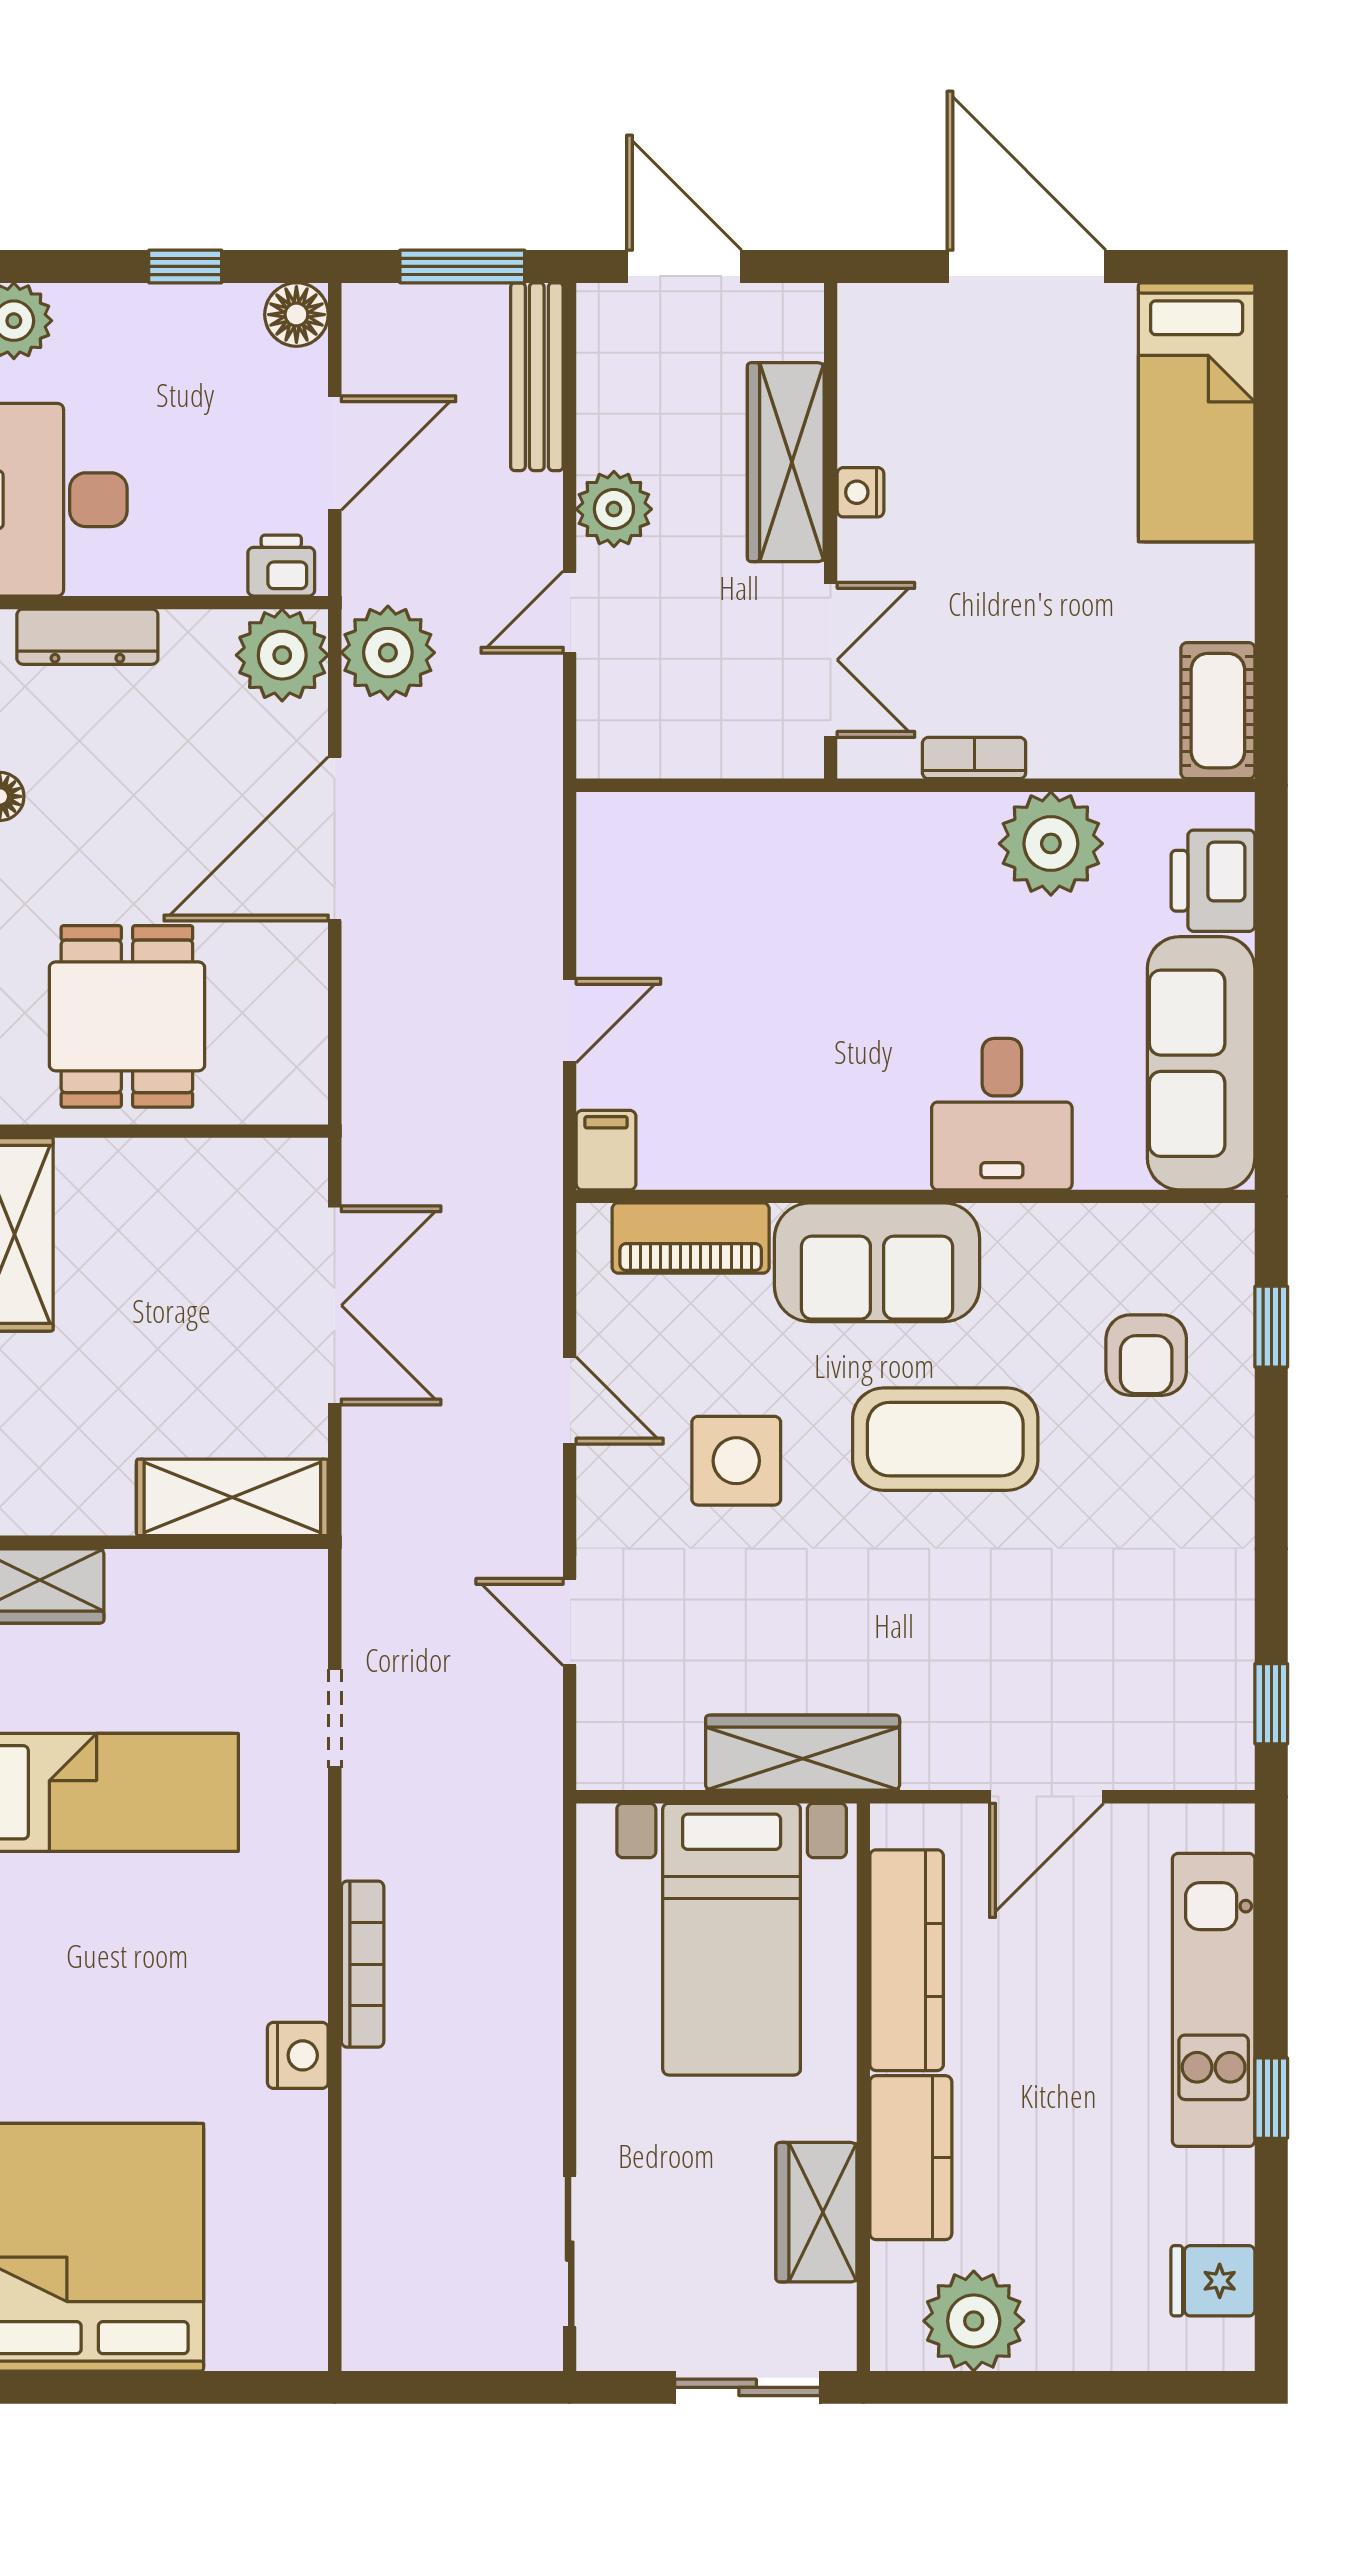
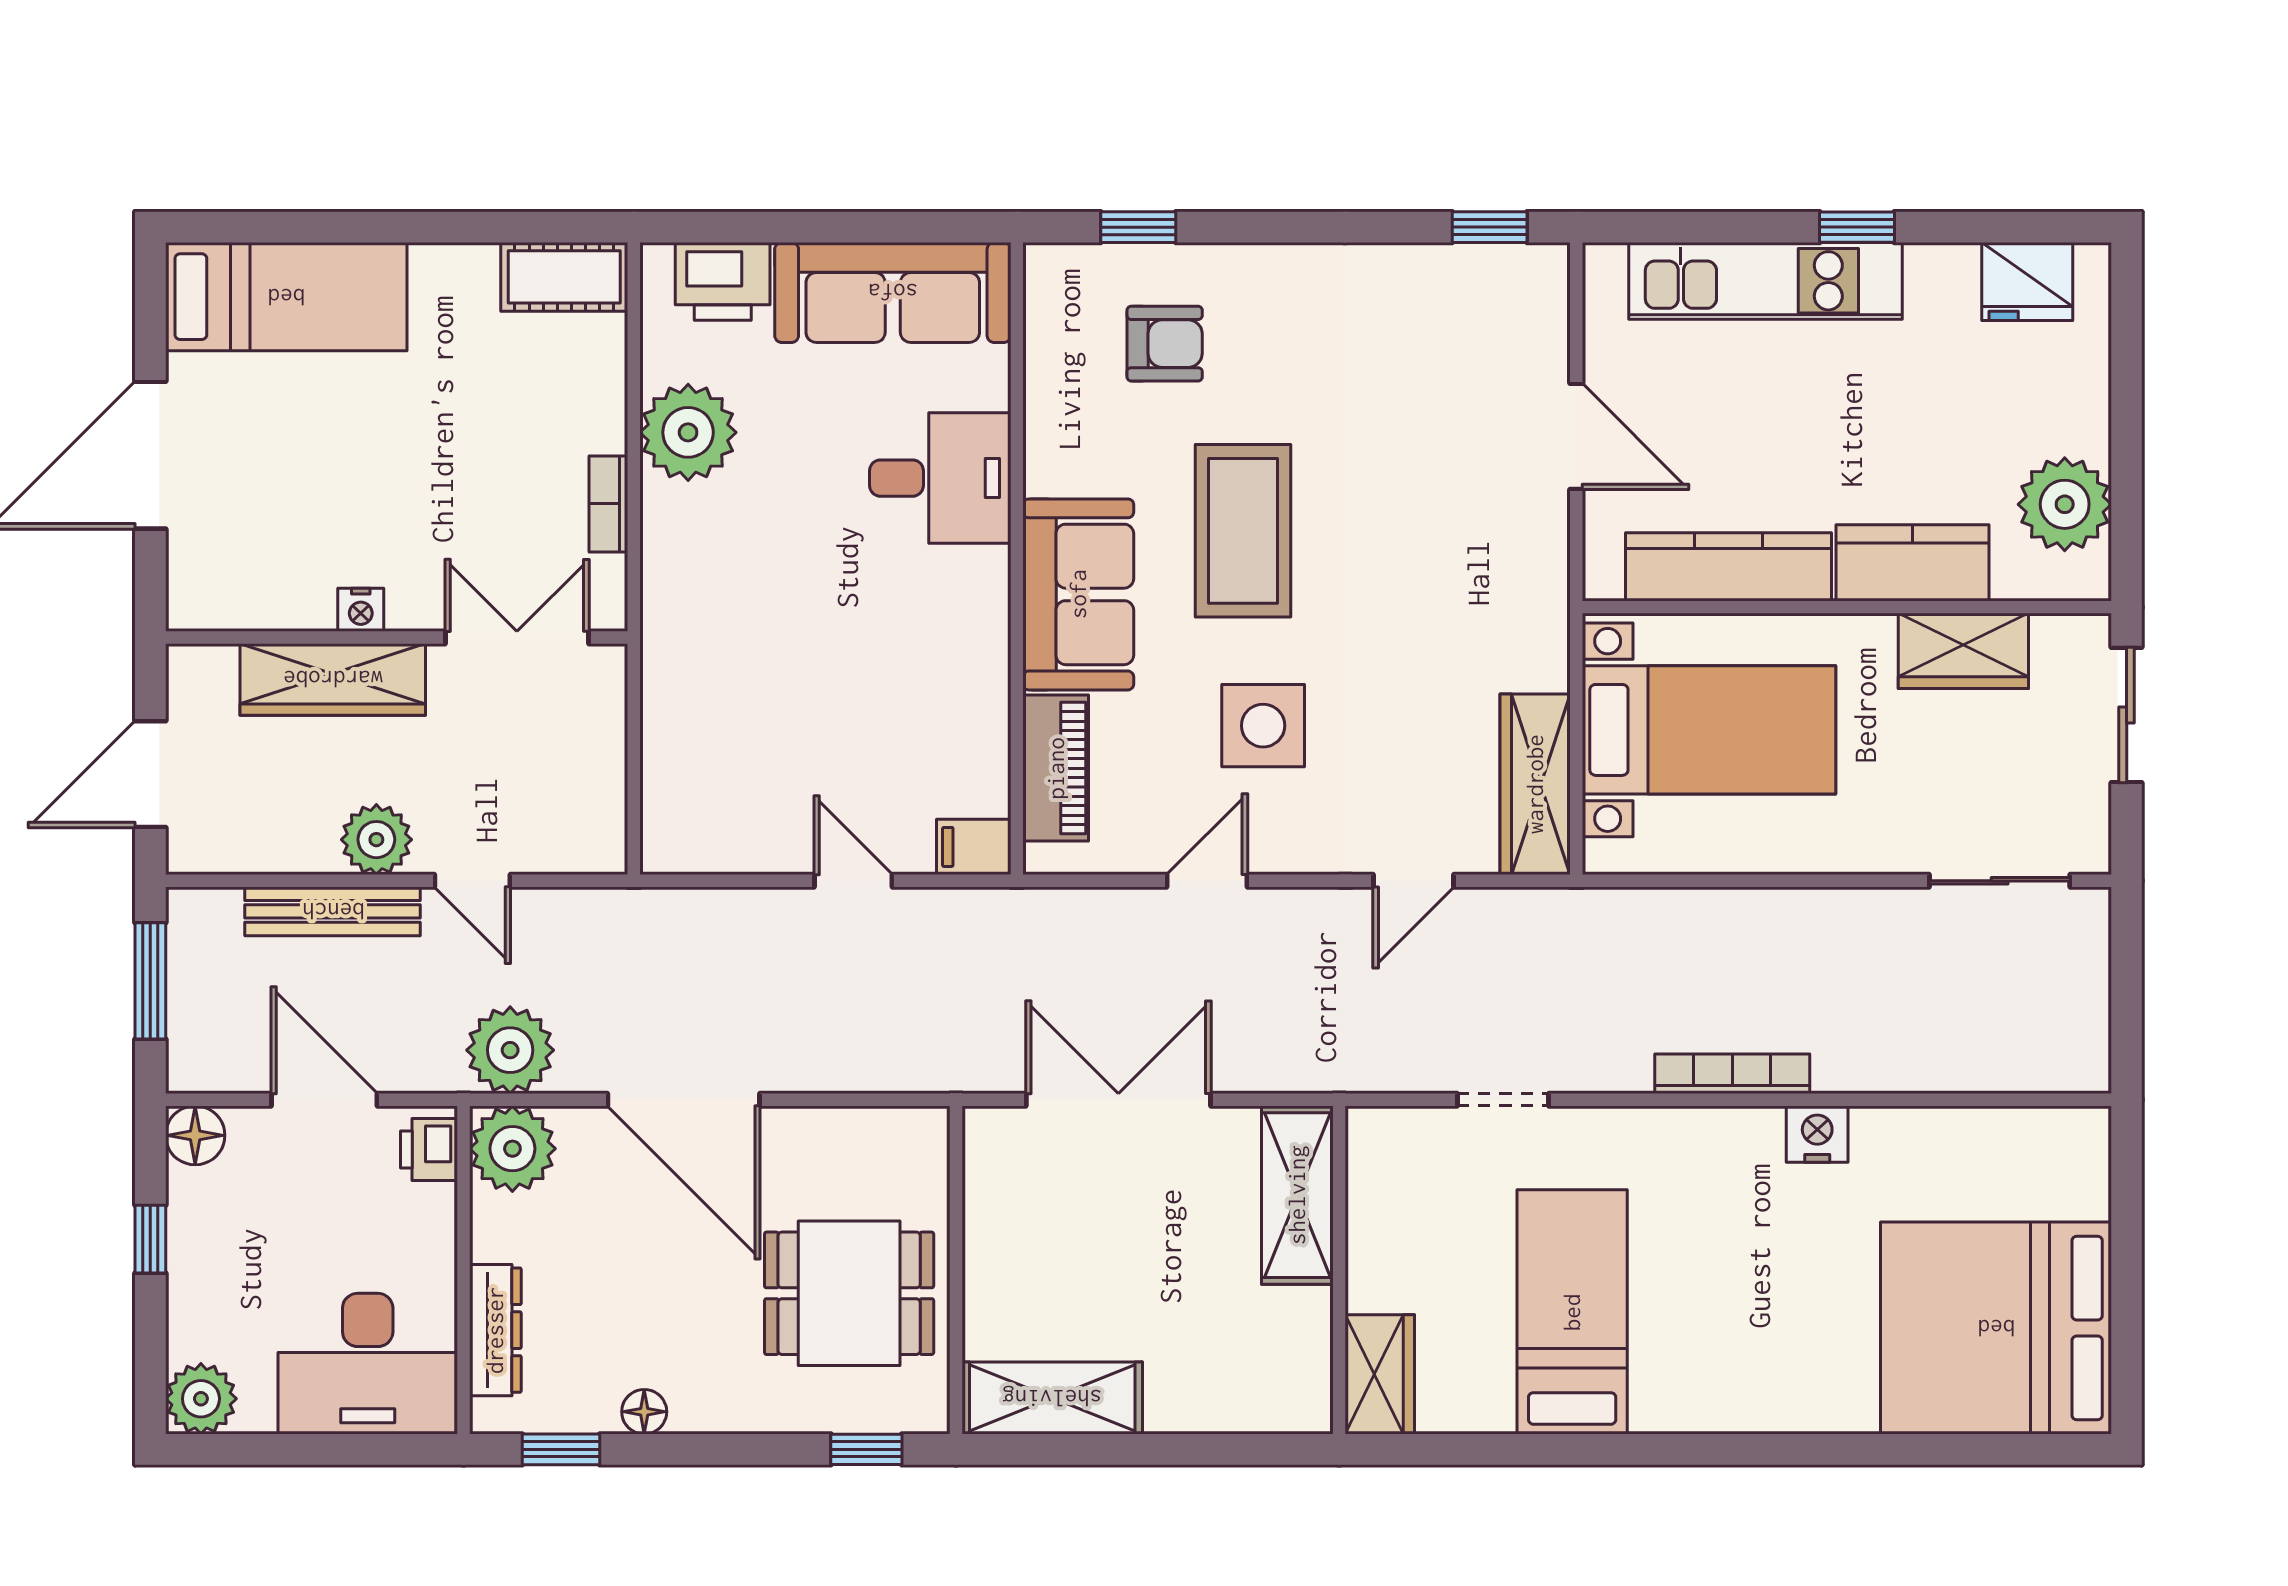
bench: (537, 377) -> (333, 911), moved
wardrobe: (803, 1753) -> (1535, 784), moved
fridge: (1213, 2281) -> (2027, 281), width x1.38

